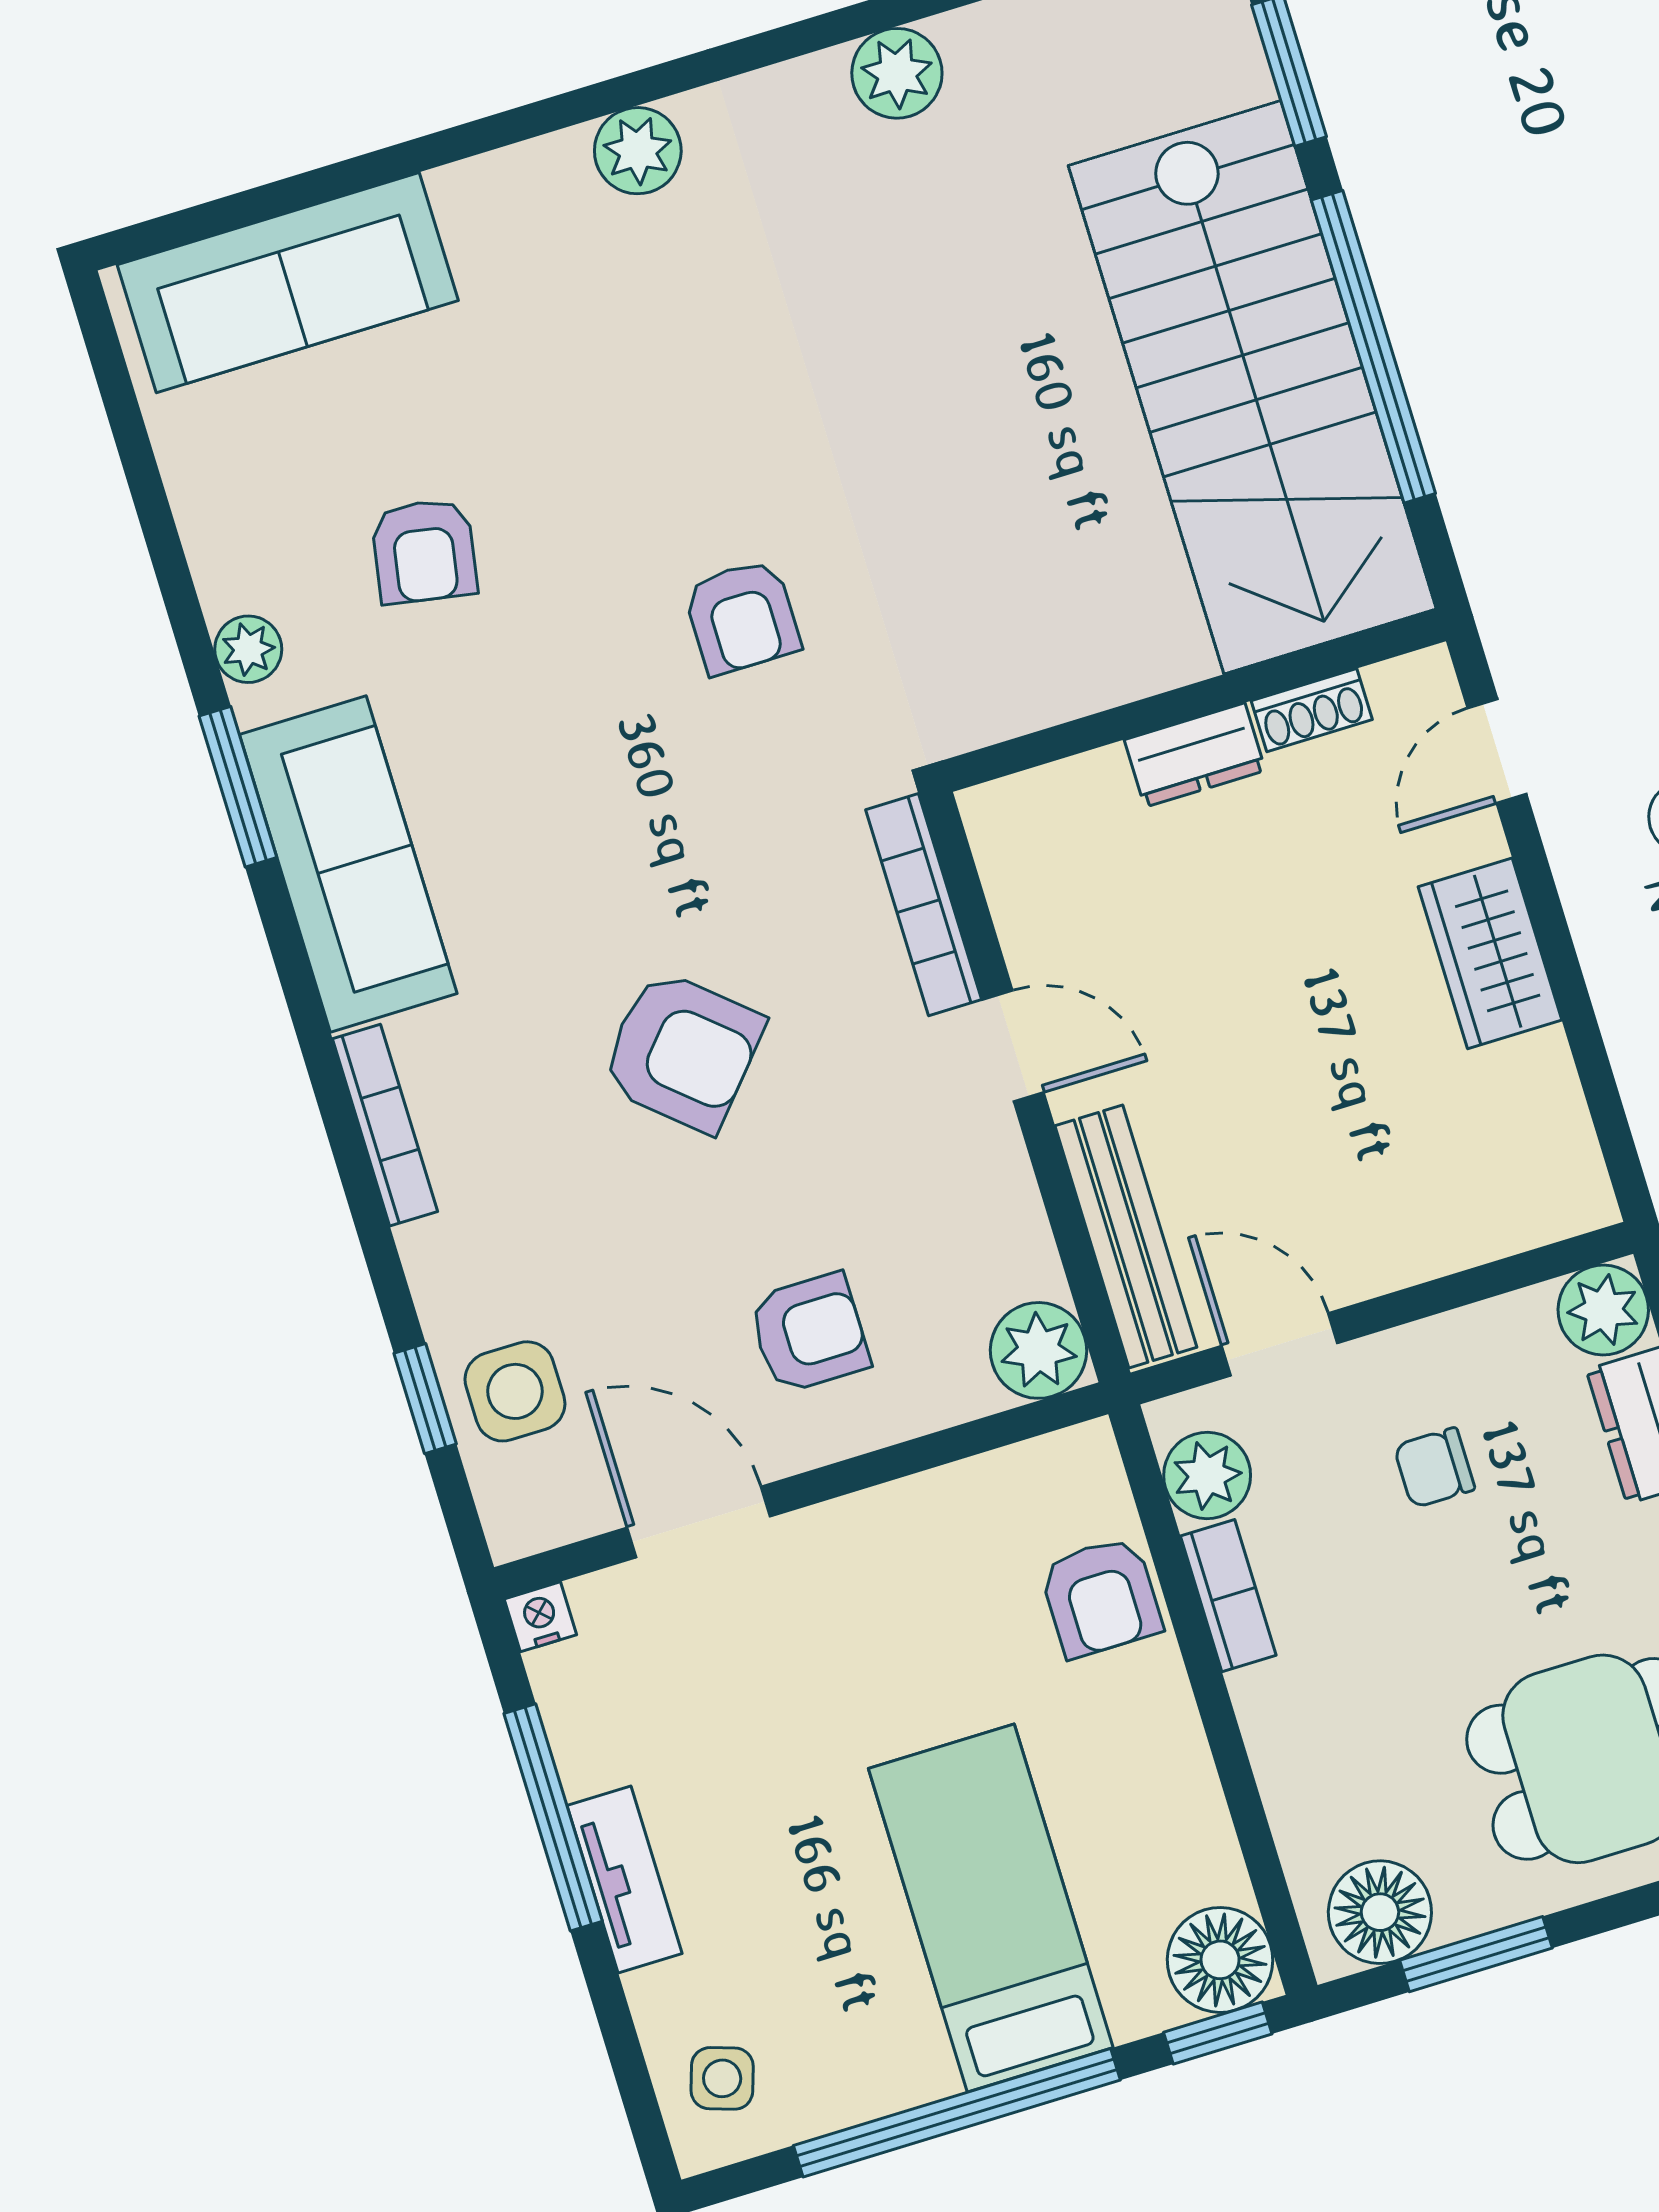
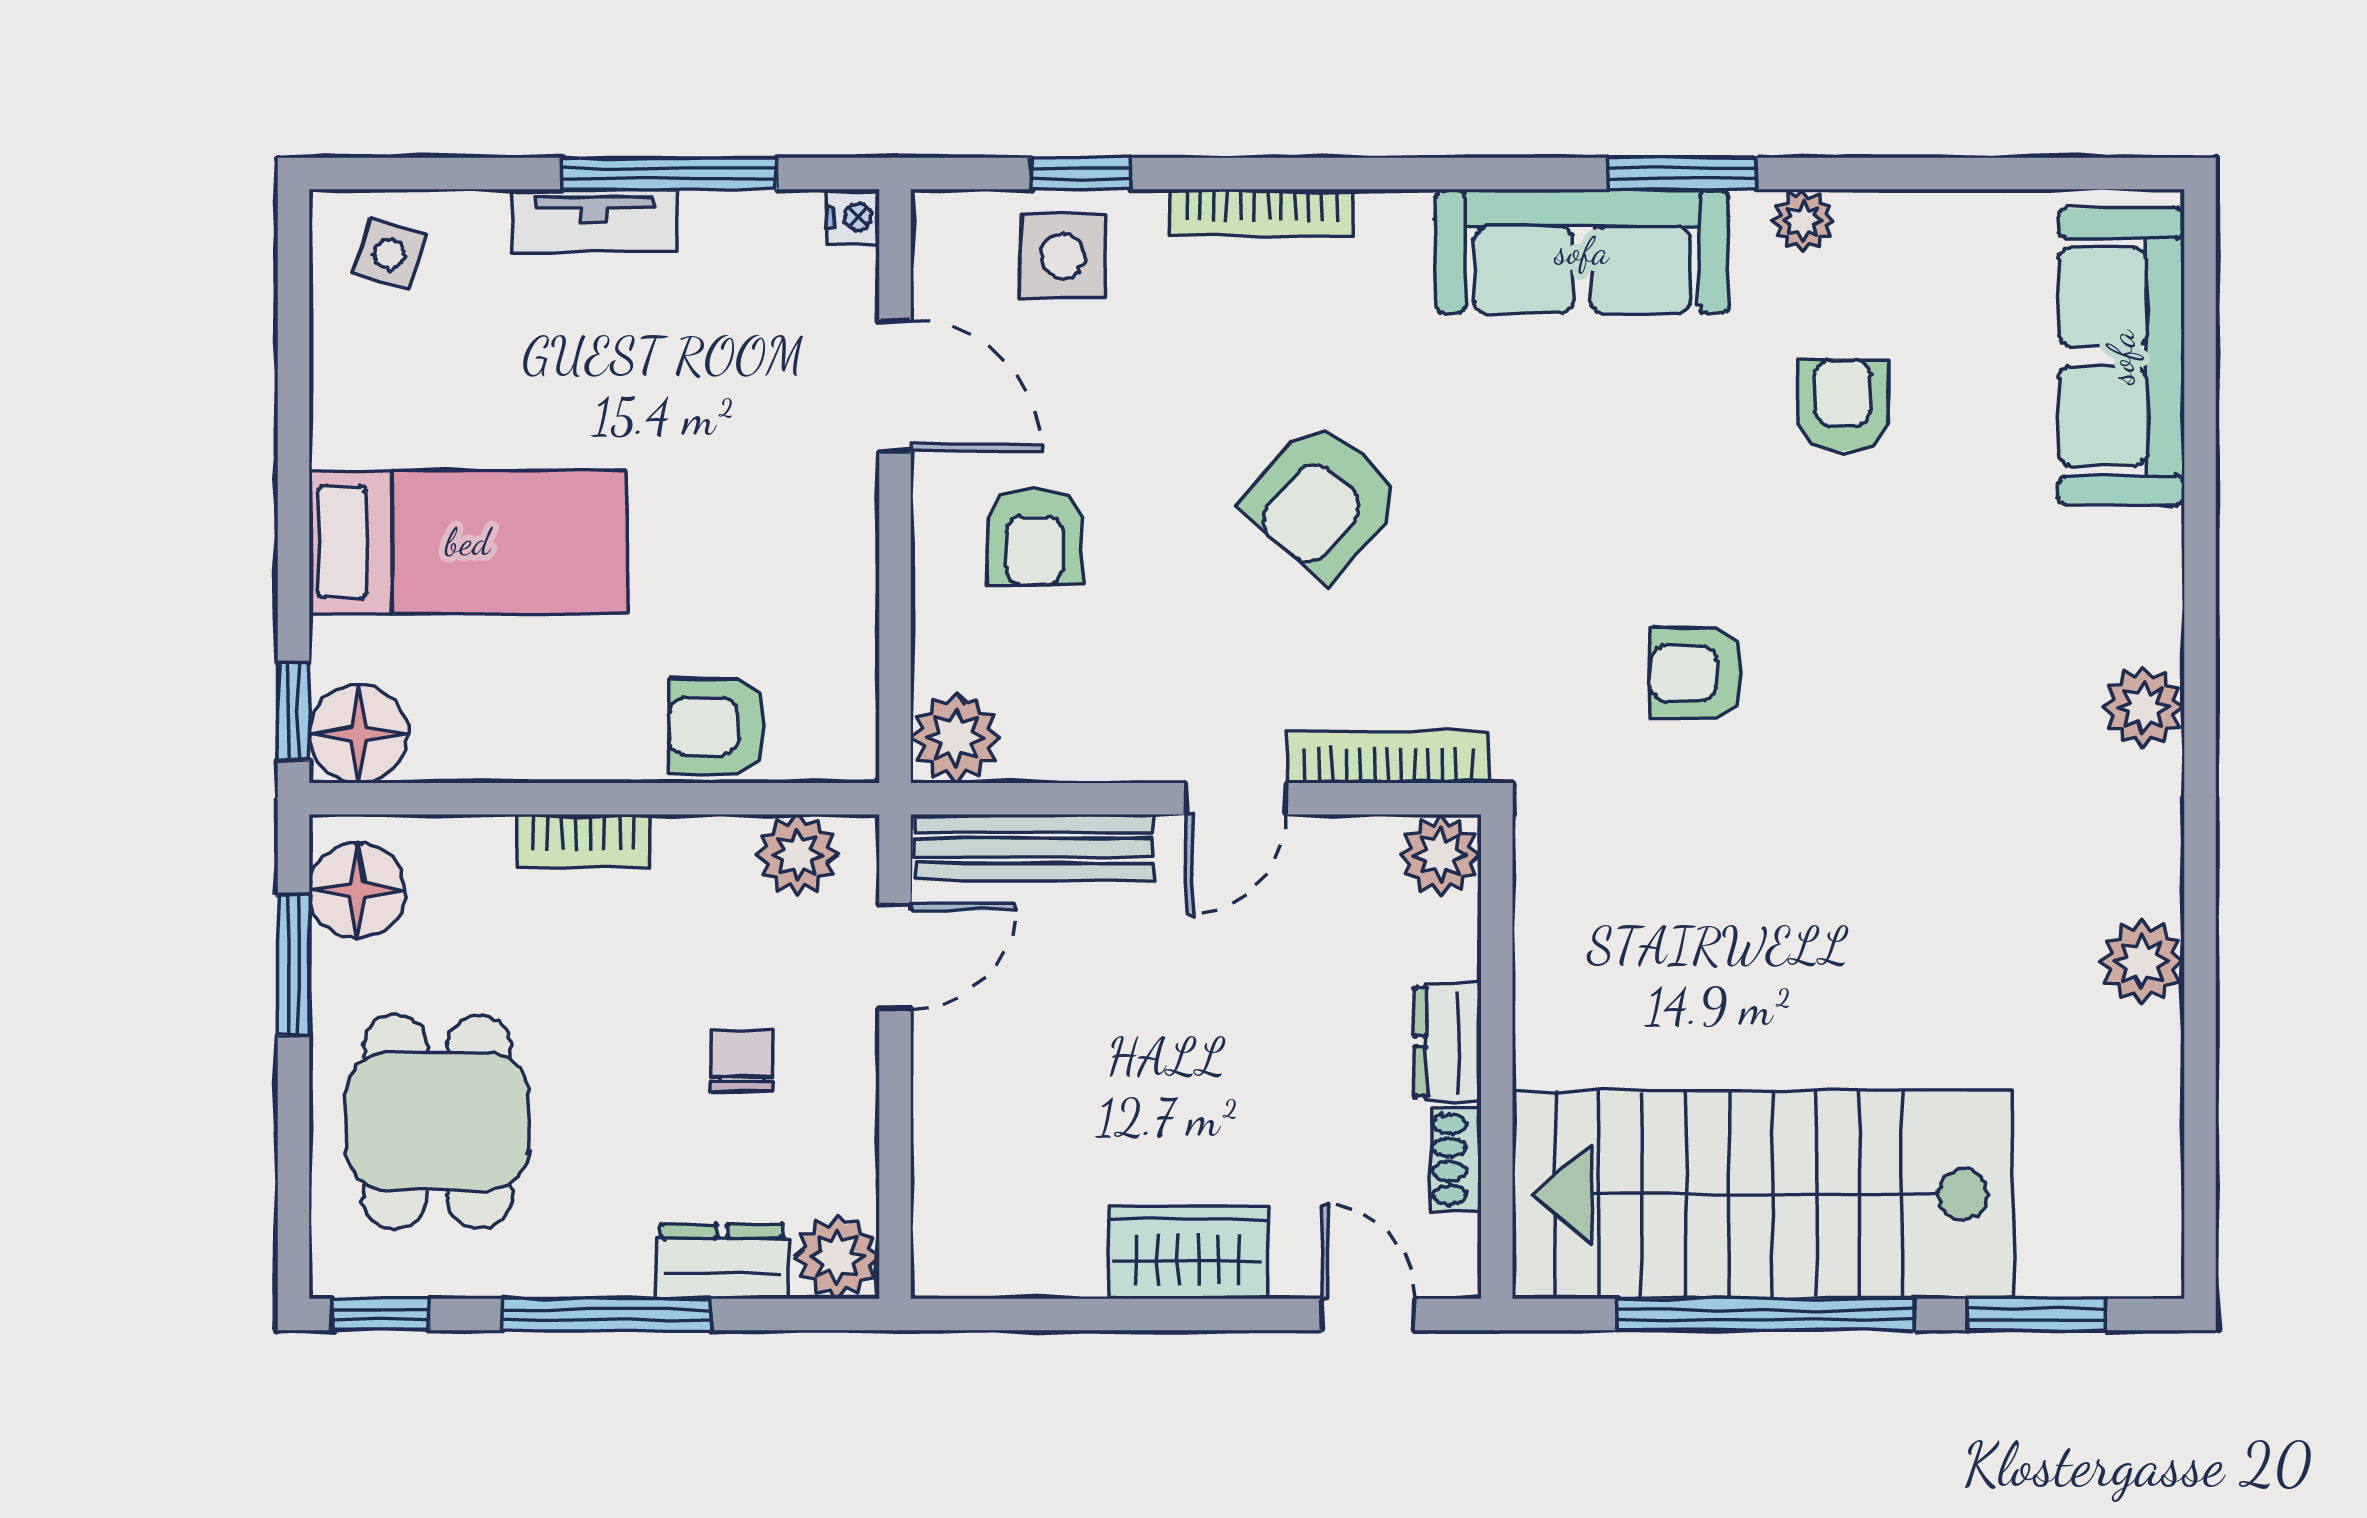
armchair: (424, 551) -> (1843, 406), turned 80
plant: (1007, 821) -> (1440, 855), added
bookcase: (385, 1125) -> (1261, 213), moved
door: (699, 1522) -> (895, 385), hinge flipped
bookcase: (1228, 1596) -> (583, 841), moved
window: (957, 2113) -> (293, 455), removed

